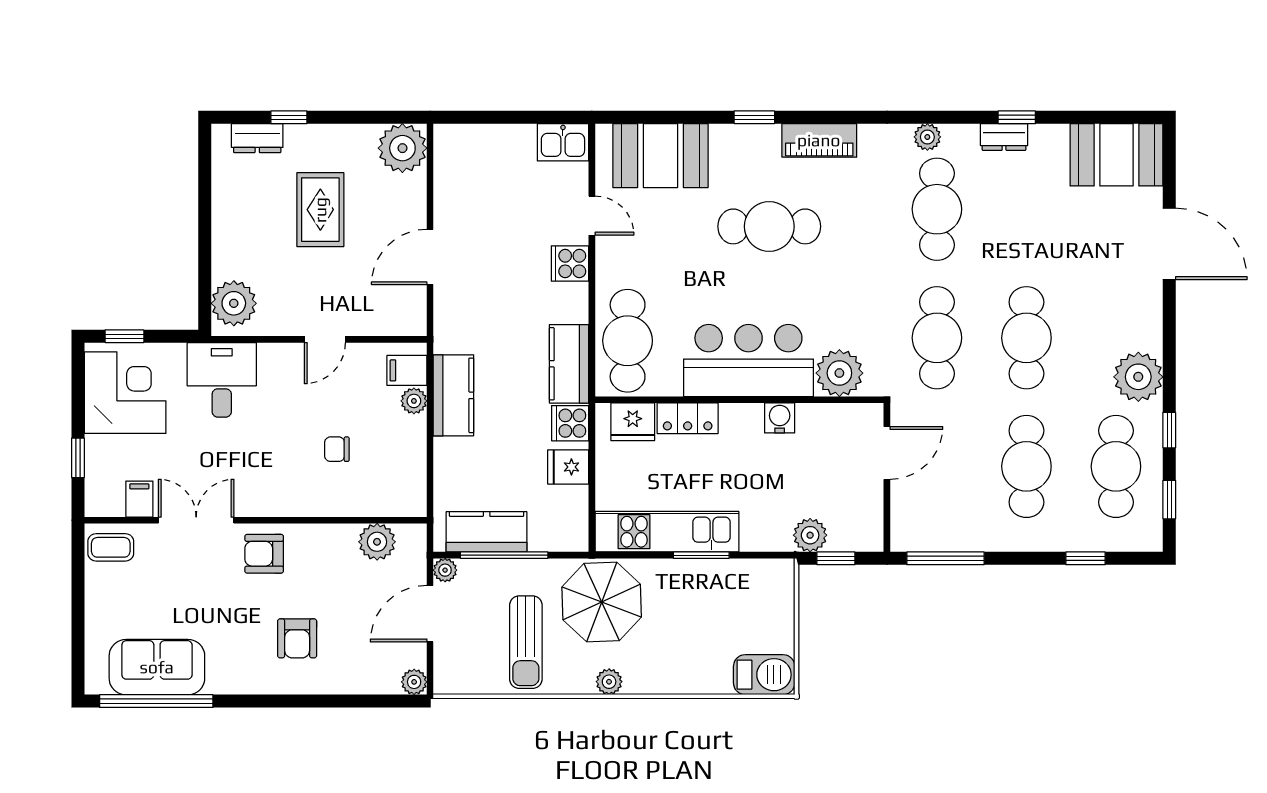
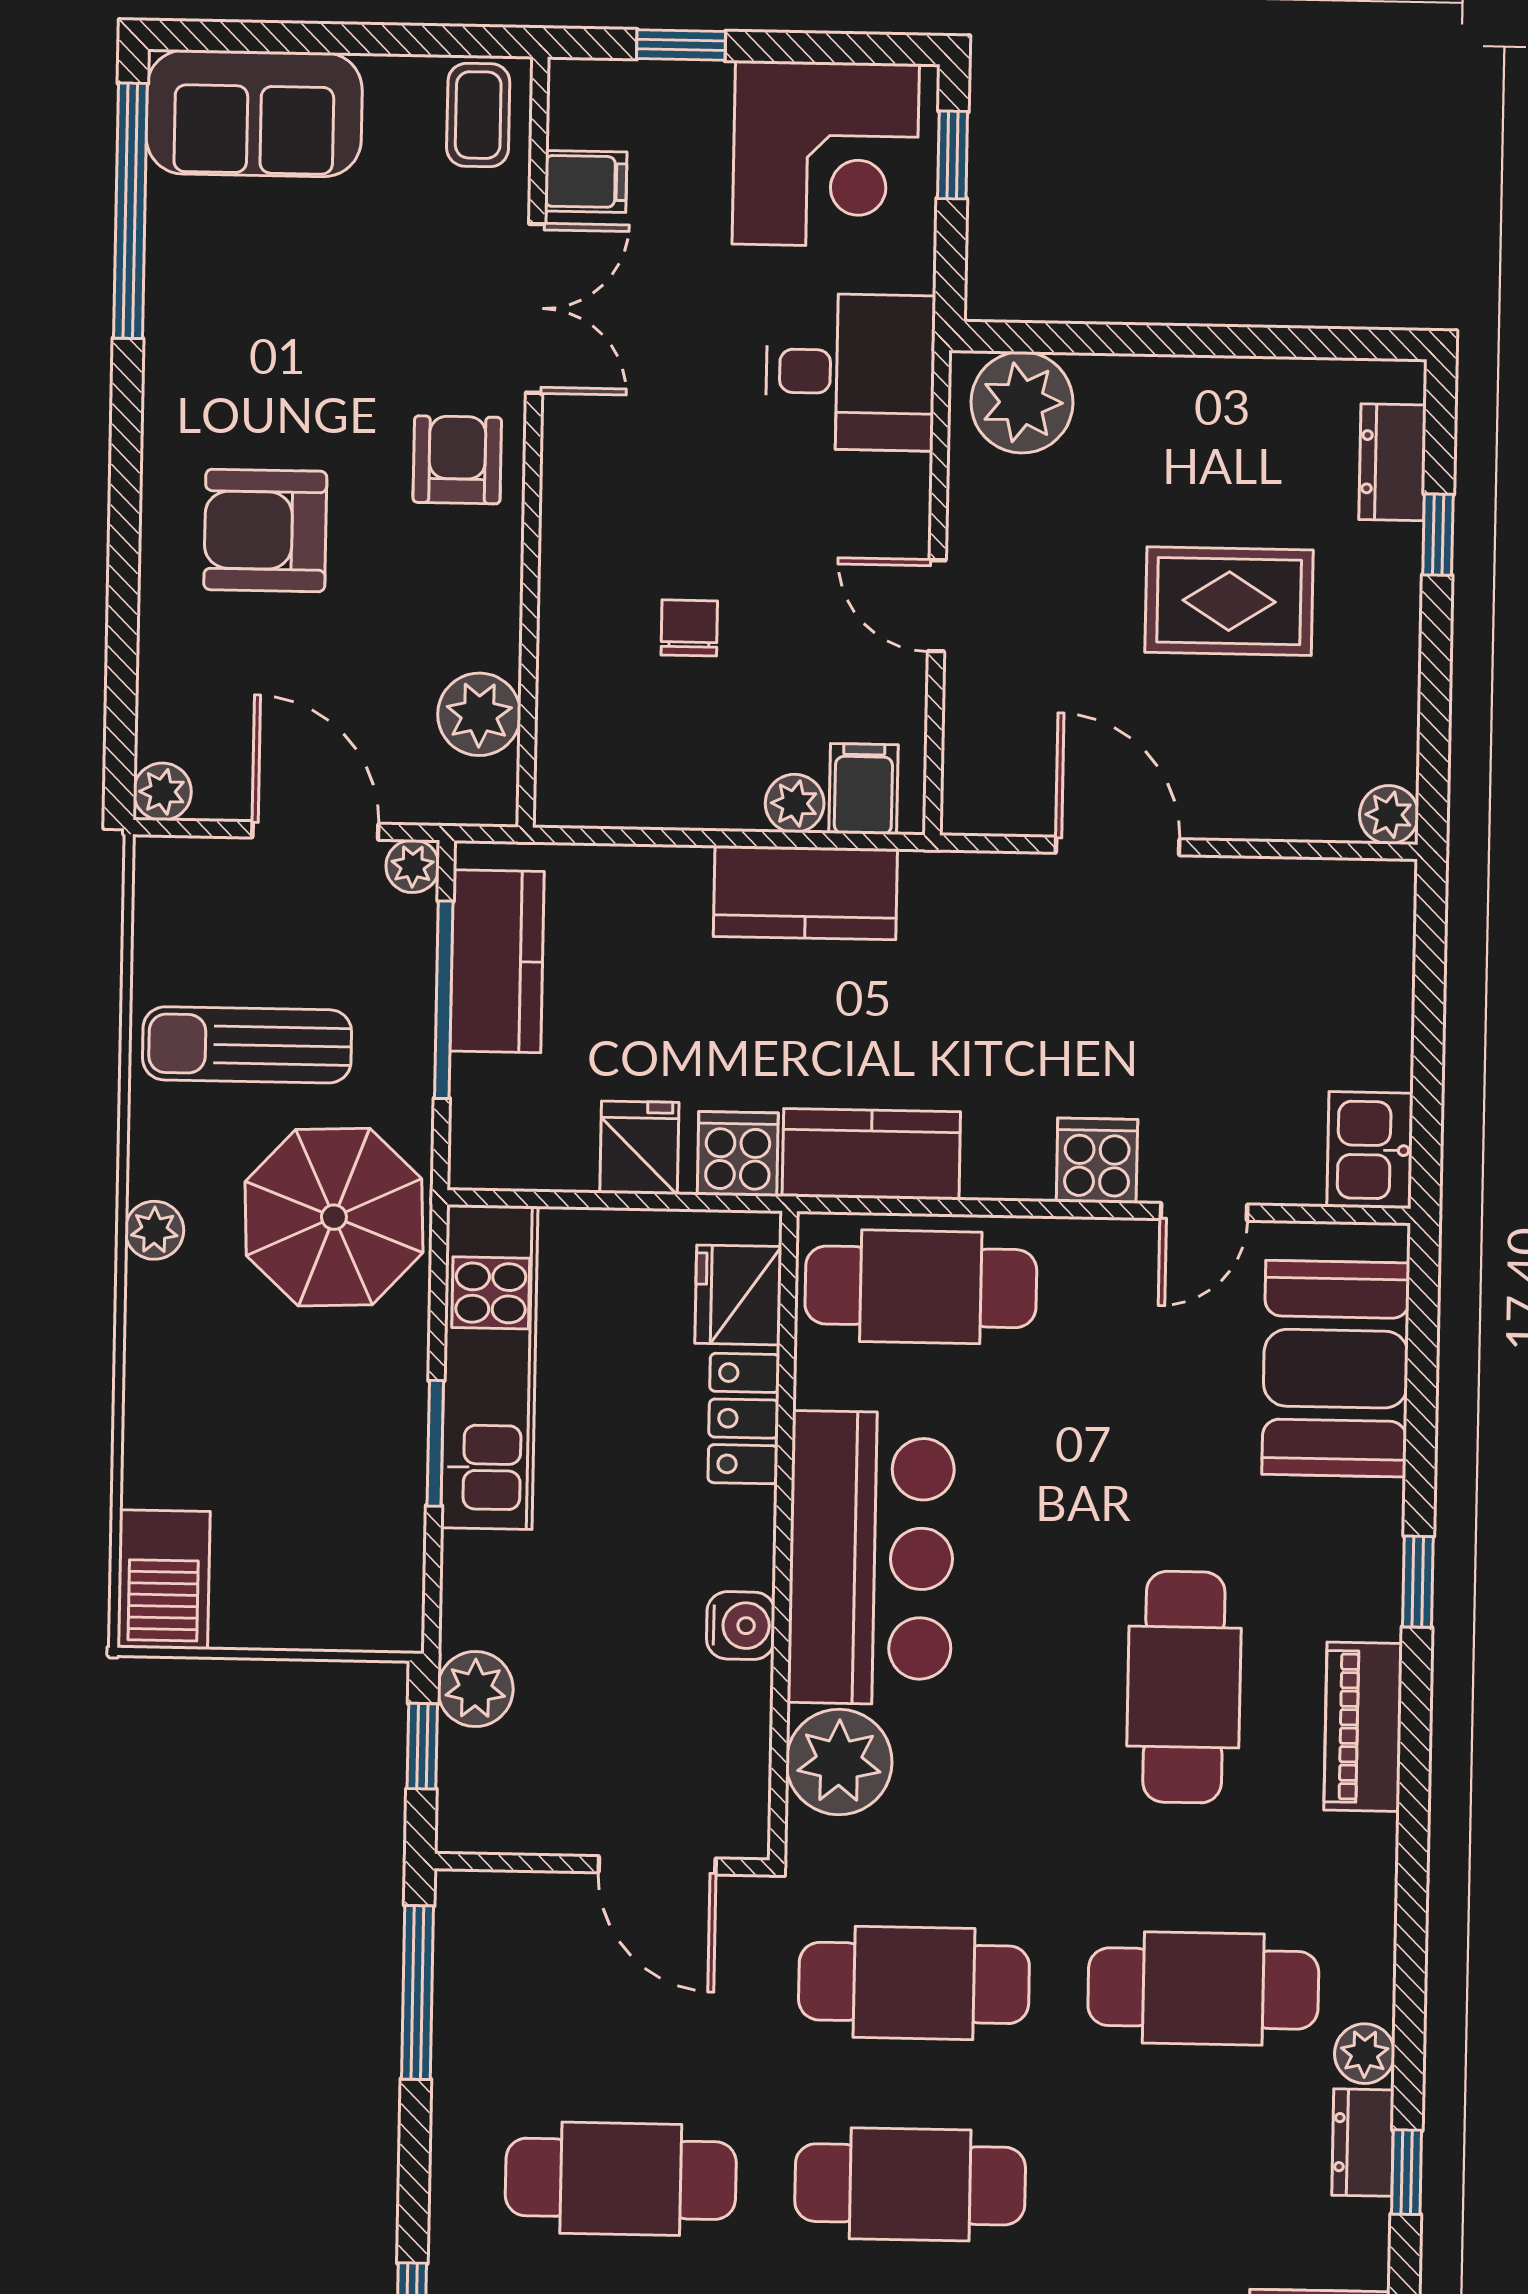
plant: (927, 137) -> (1365, 2054), moved
plant: (402, 148) -> (1389, 815), width x0.53, depth x0.53
cafe table: (769, 226) -> (1184, 1687), moved
armchair: (297, 638) -> (265, 530), width x1.38, depth x1.38
sofa: (157, 667) -> (254, 113), moved, turned 90

